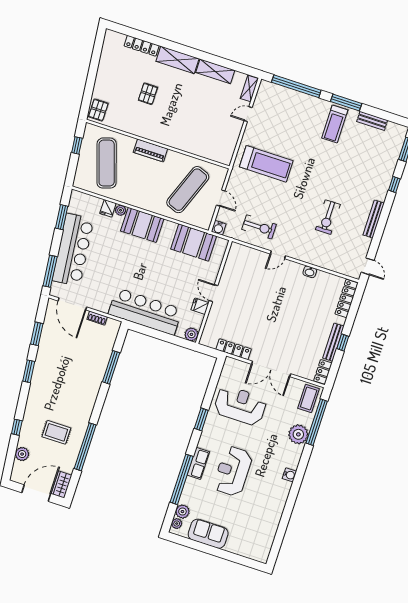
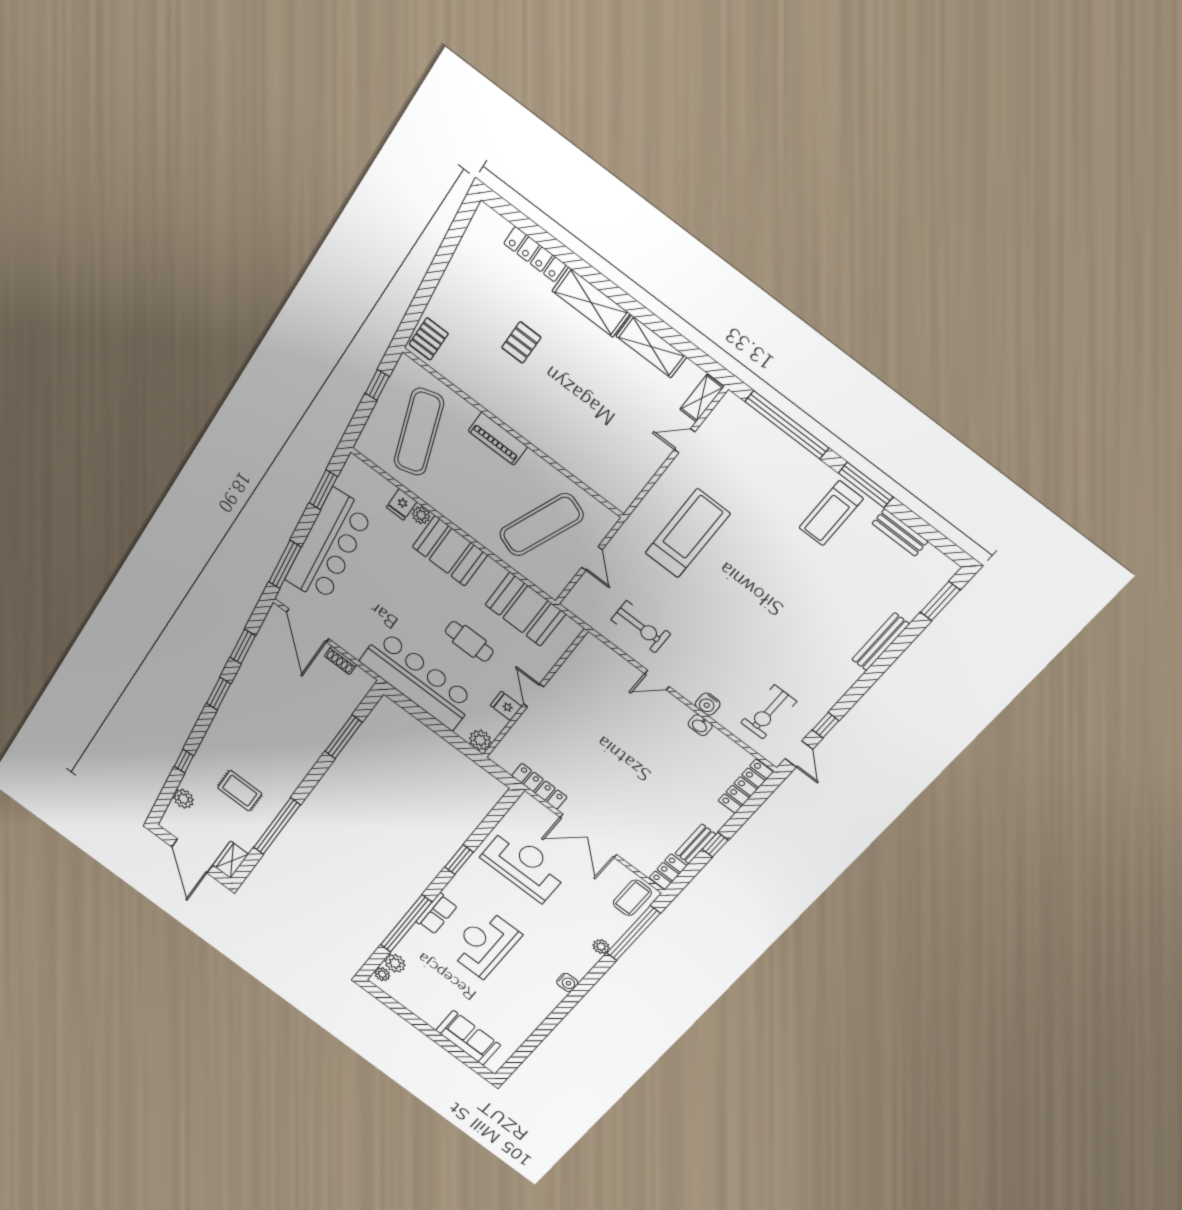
treadmill: (266, 164) -> (687, 533), turned -90
window: (394, 184) -> (826, 725), moved
exercise bike: (328, 217) -> (769, 712), moved
bench: (374, 219) -> (881, 642), moved
water cooler: (219, 228) -> (708, 704), moved
cafe table: (168, 275) -> (469, 641), added
bench: (333, 342) -> (695, 844), width x0.73
plant: (298, 434) -> (601, 947), width x0.53, depth x0.53
door: (36, 493) -> (192, 856), swing flipped
sofa: (208, 534) -> (468, 1038), moved

